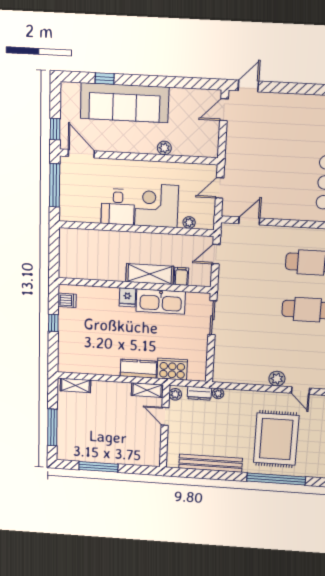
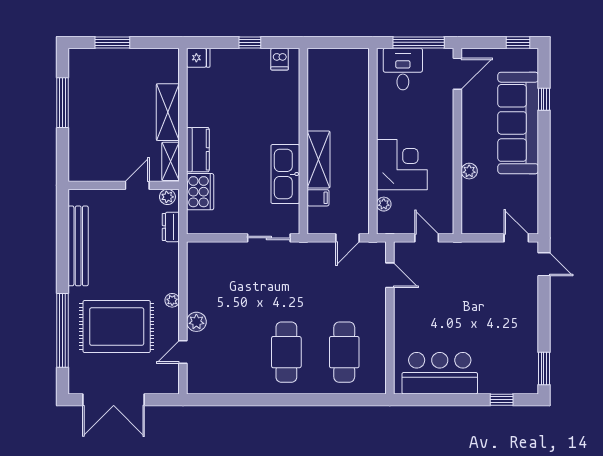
window: (55, 129) -> (518, 42), moved
desk: (118, 207) -> (403, 69), moved, turned 90
door: (216, 254) -> (348, 238), swing flipped
fridge: (127, 297) -> (198, 58), moved, turned 180
shelving: (75, 385) -> (168, 112), moved, width x1.50, depth x1.33
plant: (218, 393) -> (172, 300), moved
window: (52, 427) -> (112, 42), width x0.69

